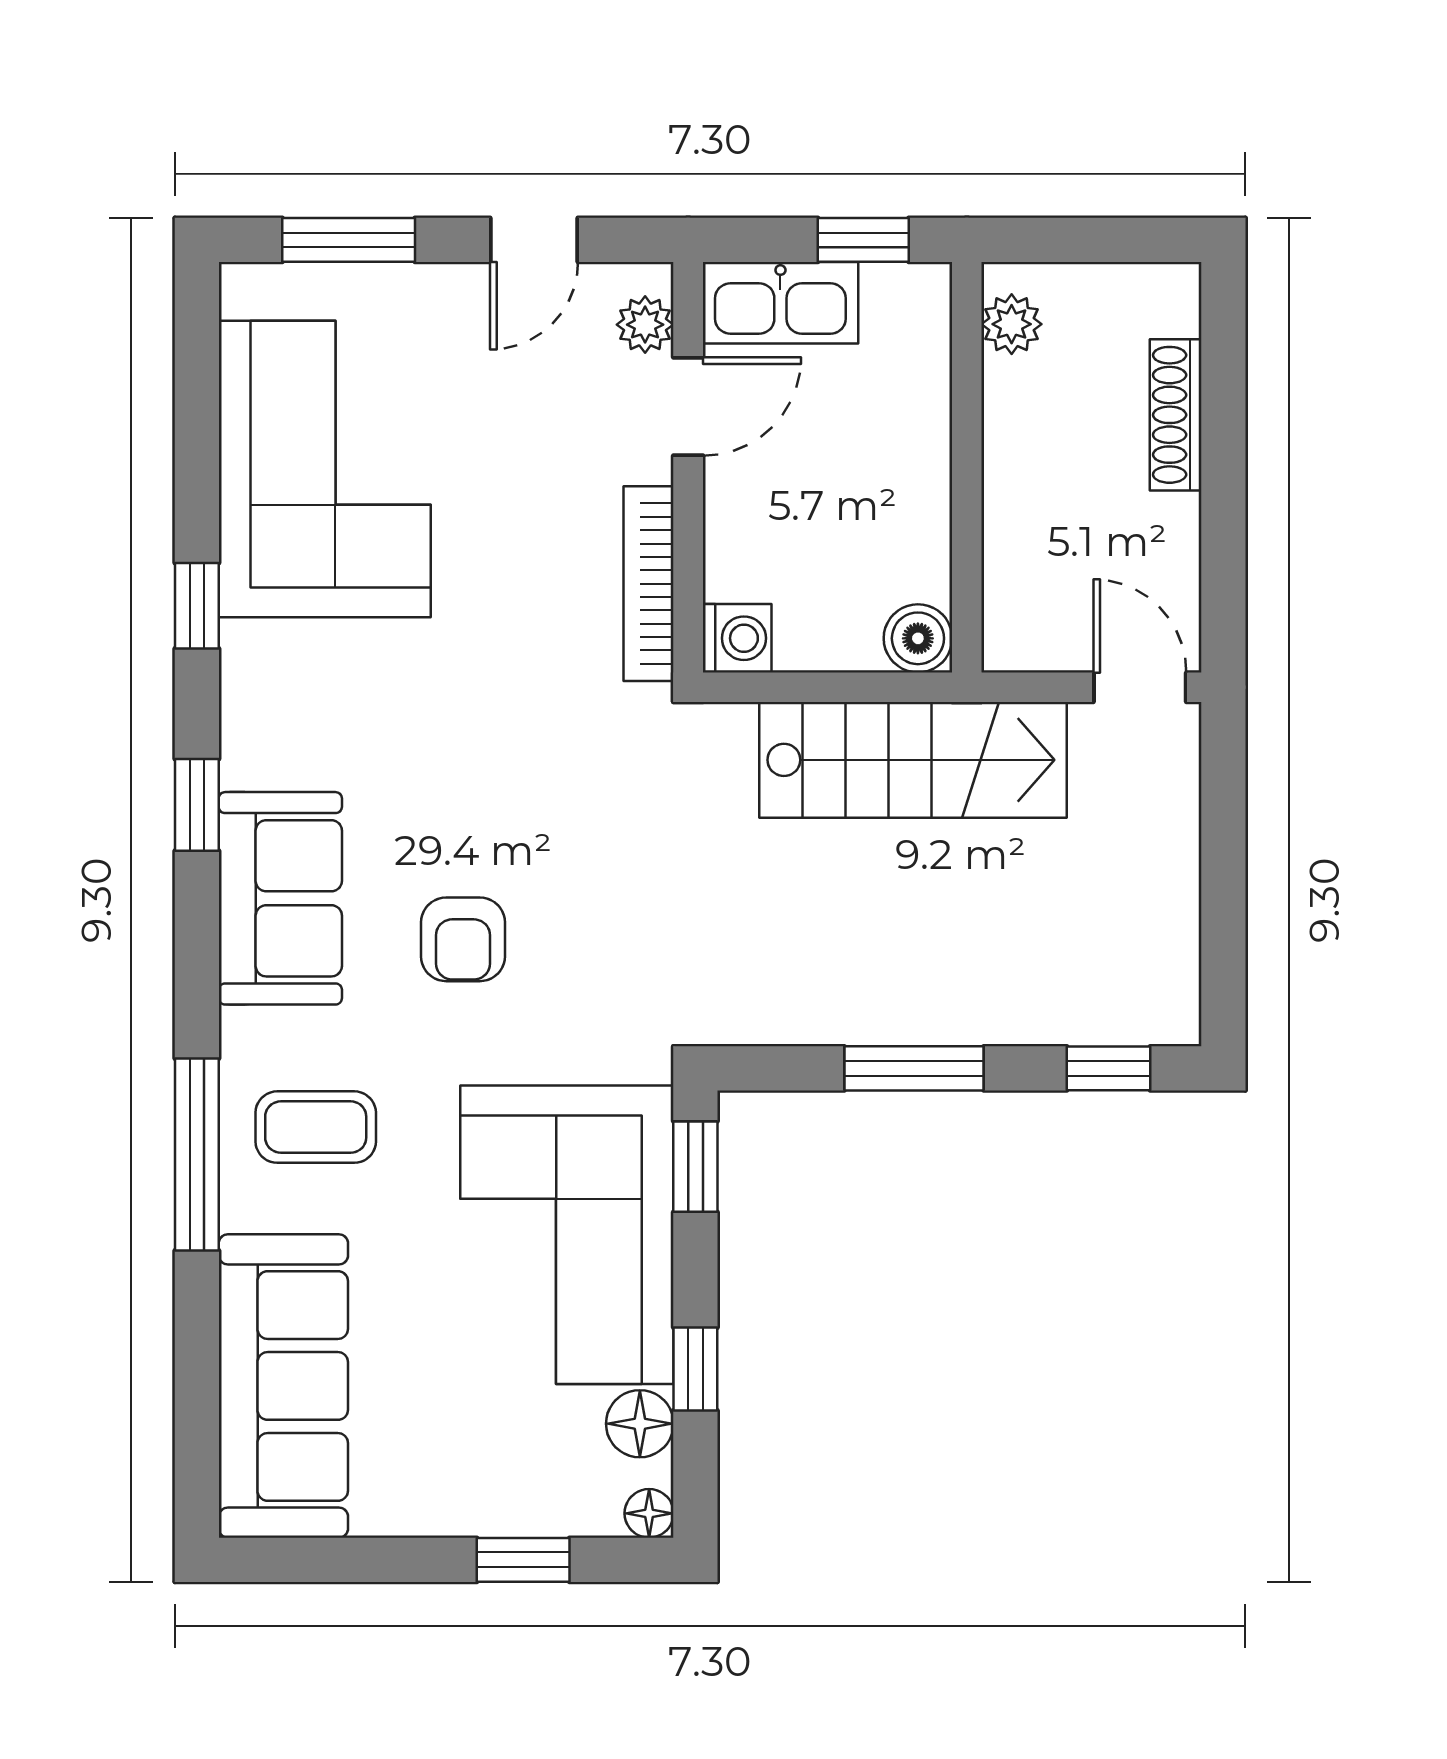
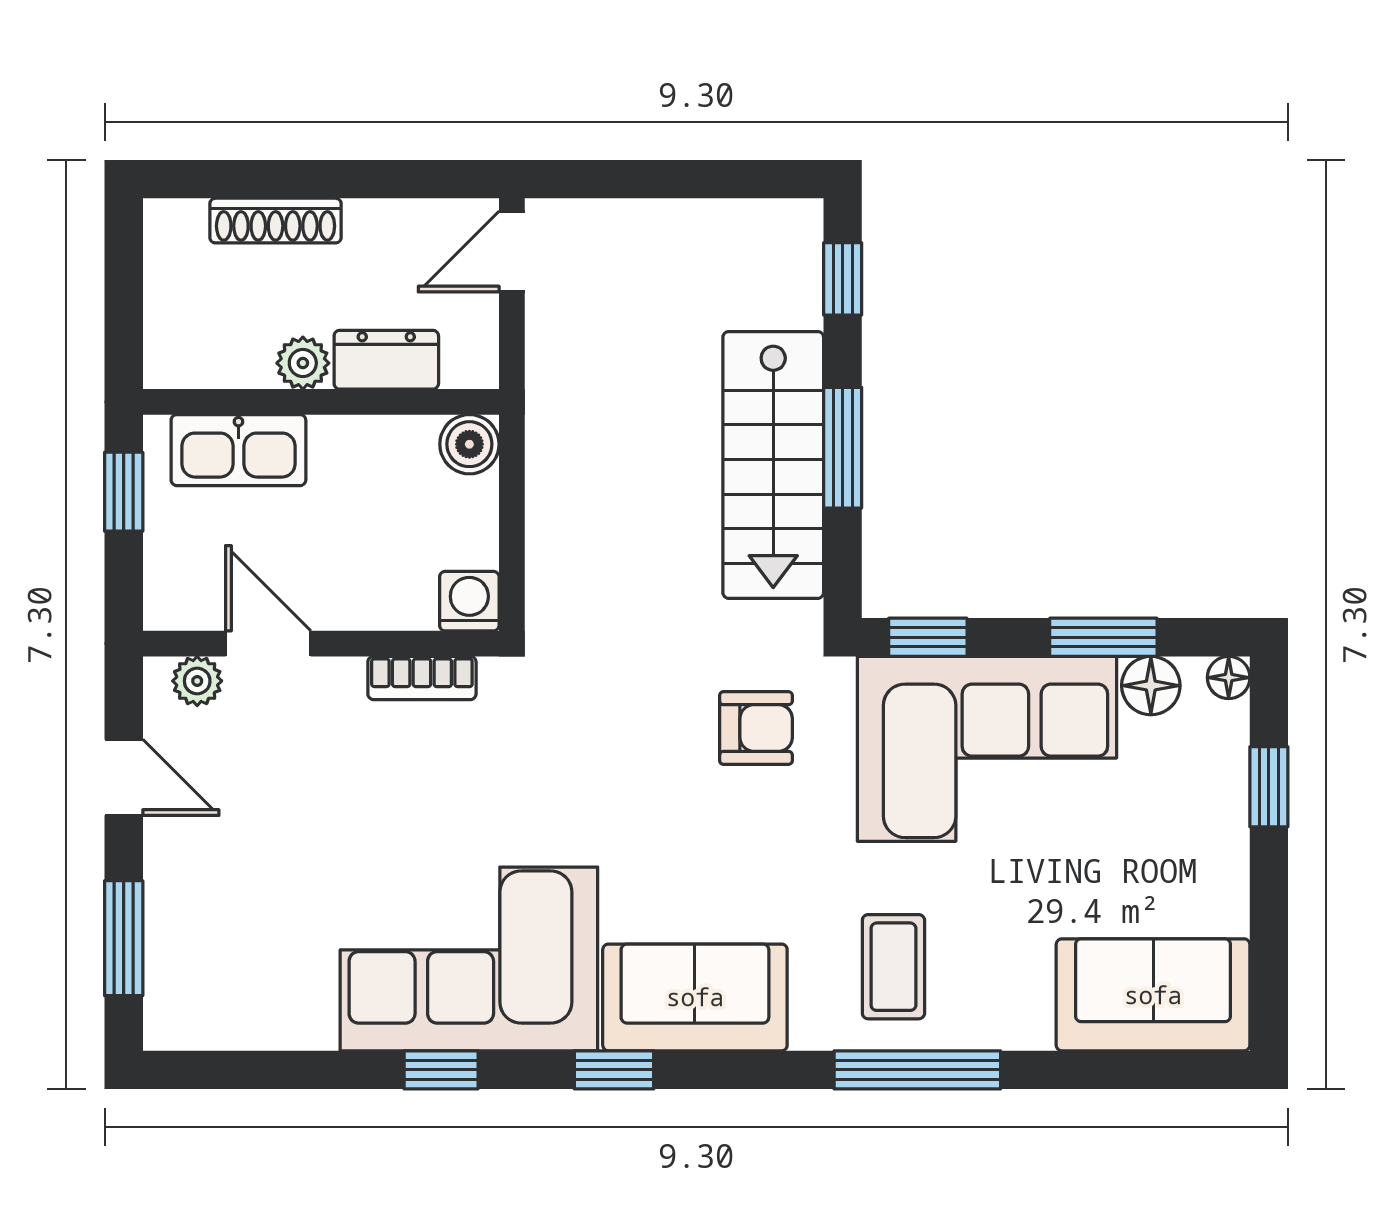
kitchen sink: (780, 303) -> (238, 450), moved, turned 90
plant: (1012, 324) -> (303, 363), moved
corner sofa: (325, 469) -> (469, 959), moved
dresser: (1015, 543) -> (386, 360), added
bookcase: (649, 584) -> (422, 678), width x0.64
stairs: (913, 760) -> (773, 465), moved, turned 180
armchair: (463, 939) -> (756, 728), moved
window: (695, 1369) -> (1103, 637), width x1.50
sofa: (283, 1386) -> (1153, 995), width x0.73

